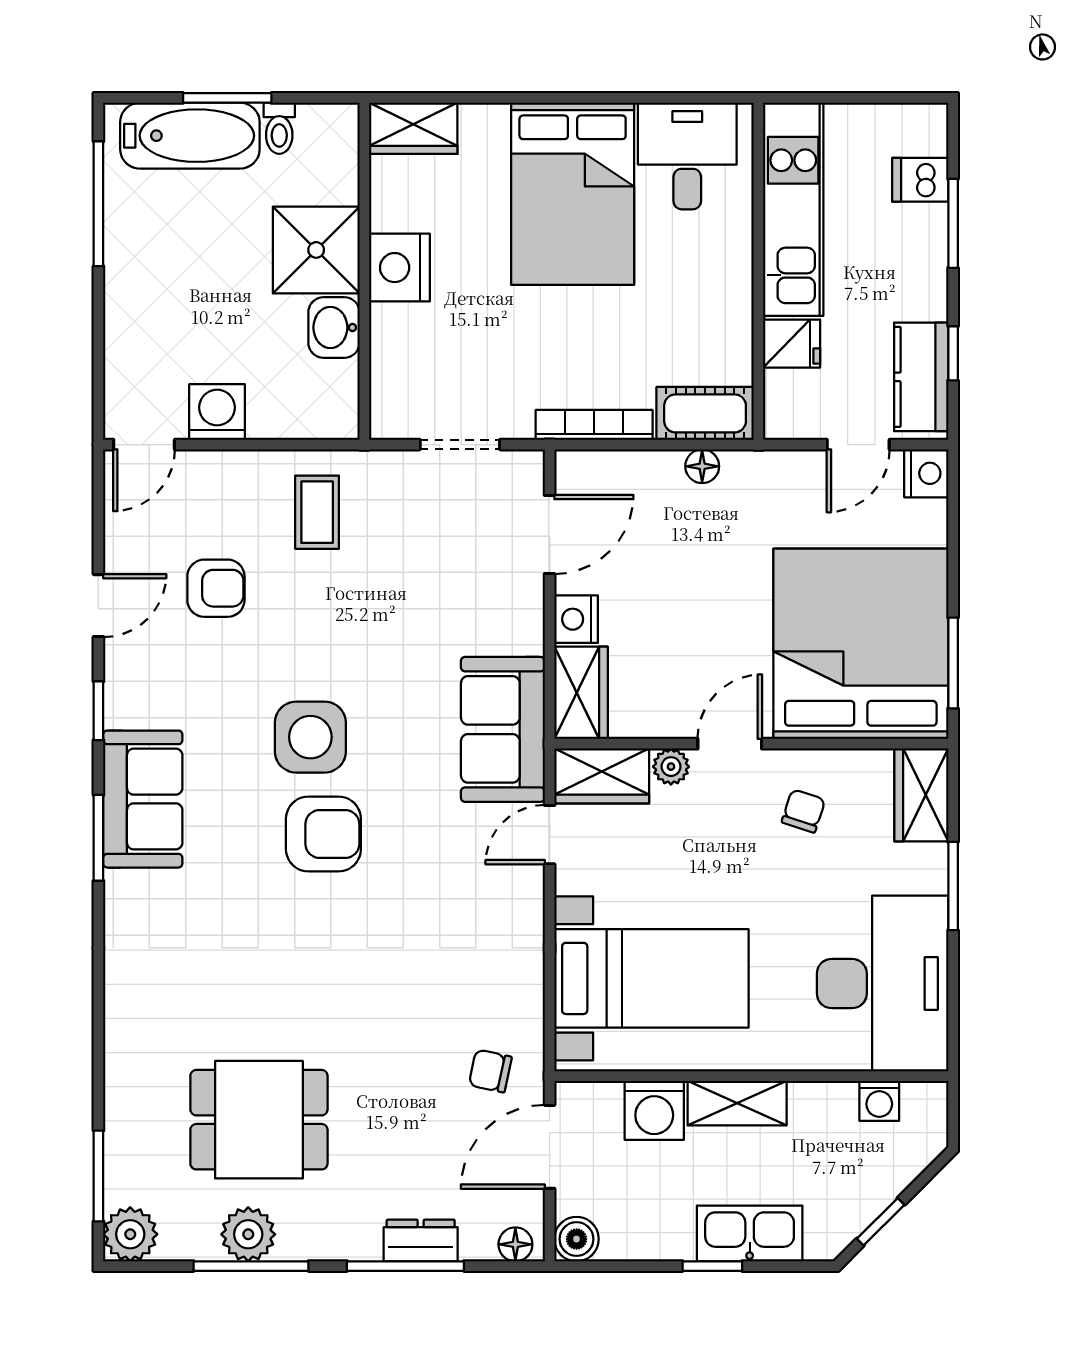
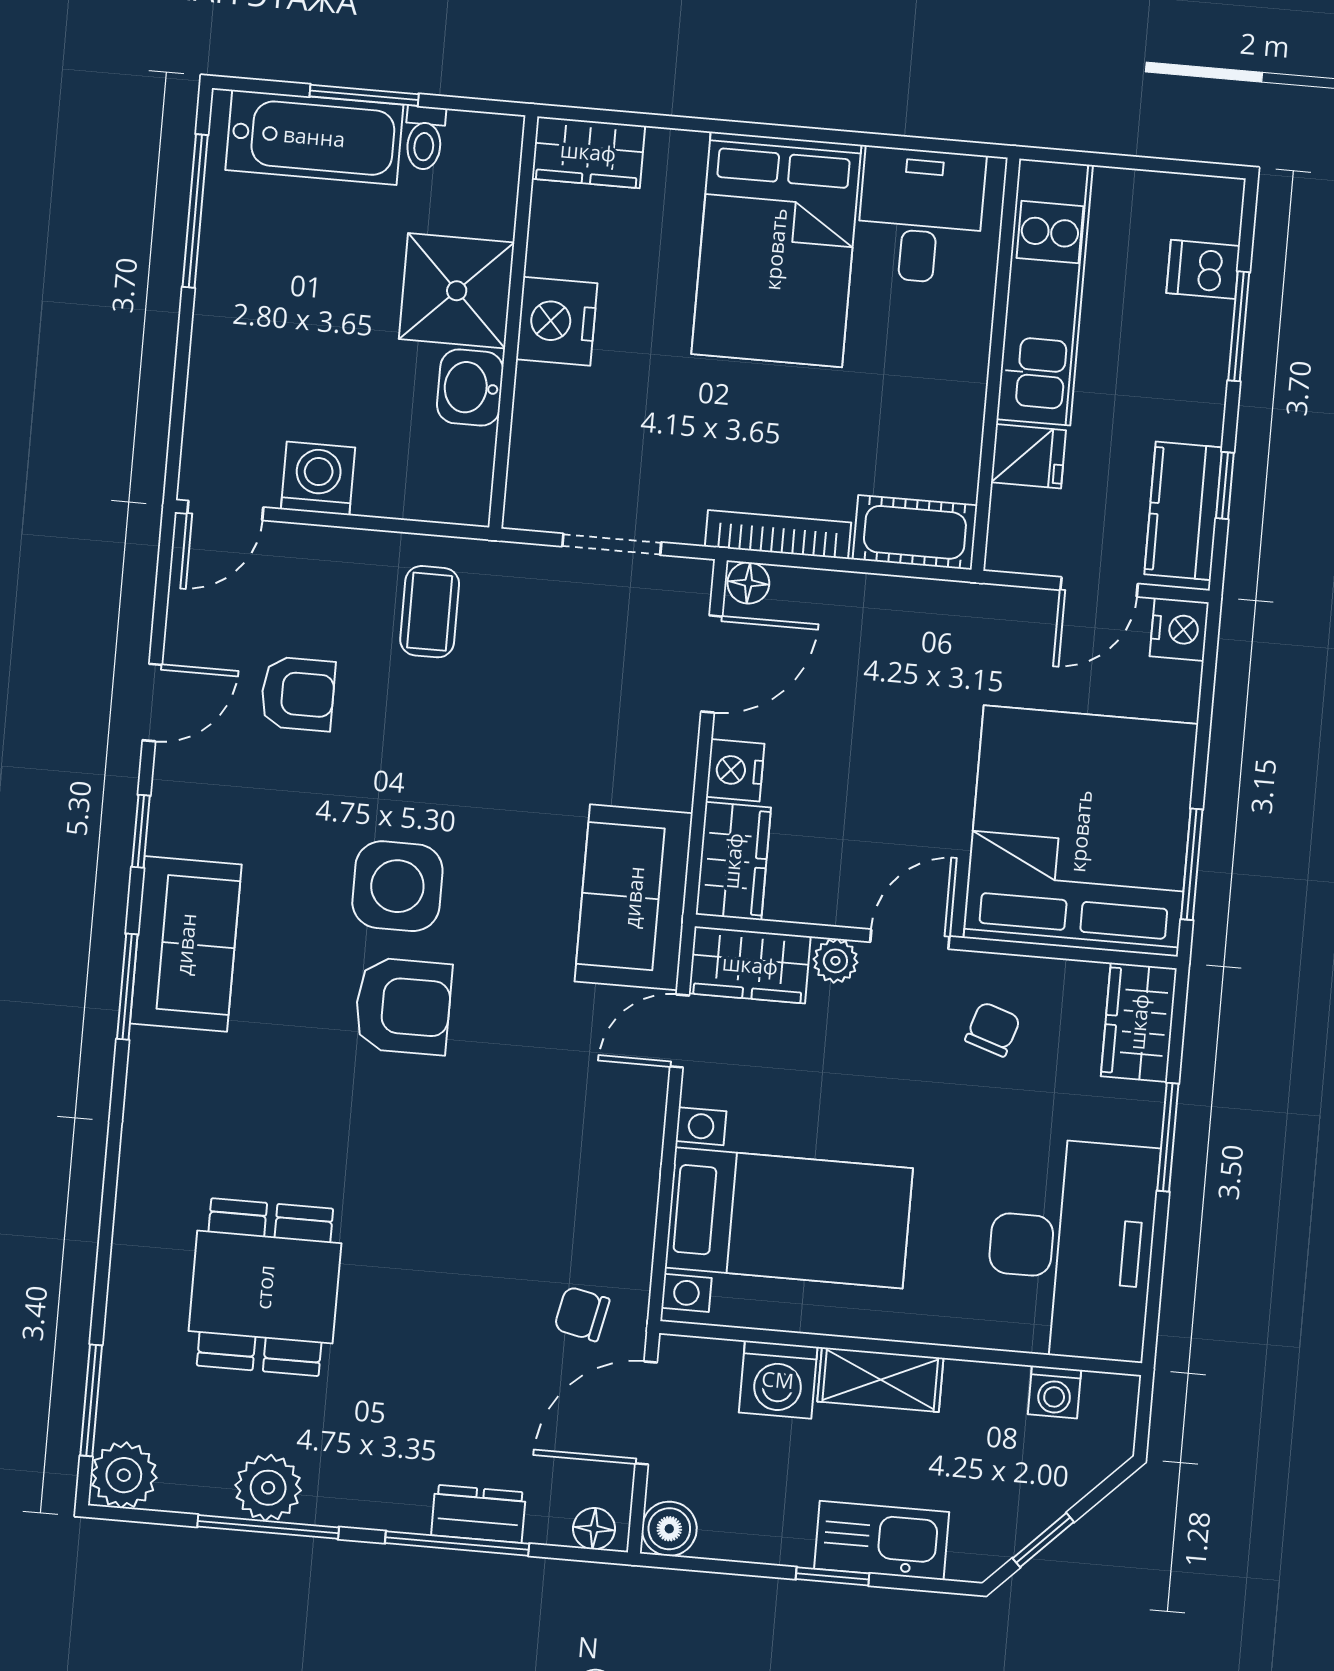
floor lamp: (702, 466) -> (748, 583), moved
dining table: (259, 1120) -> (265, 1287), moved, turned 90

